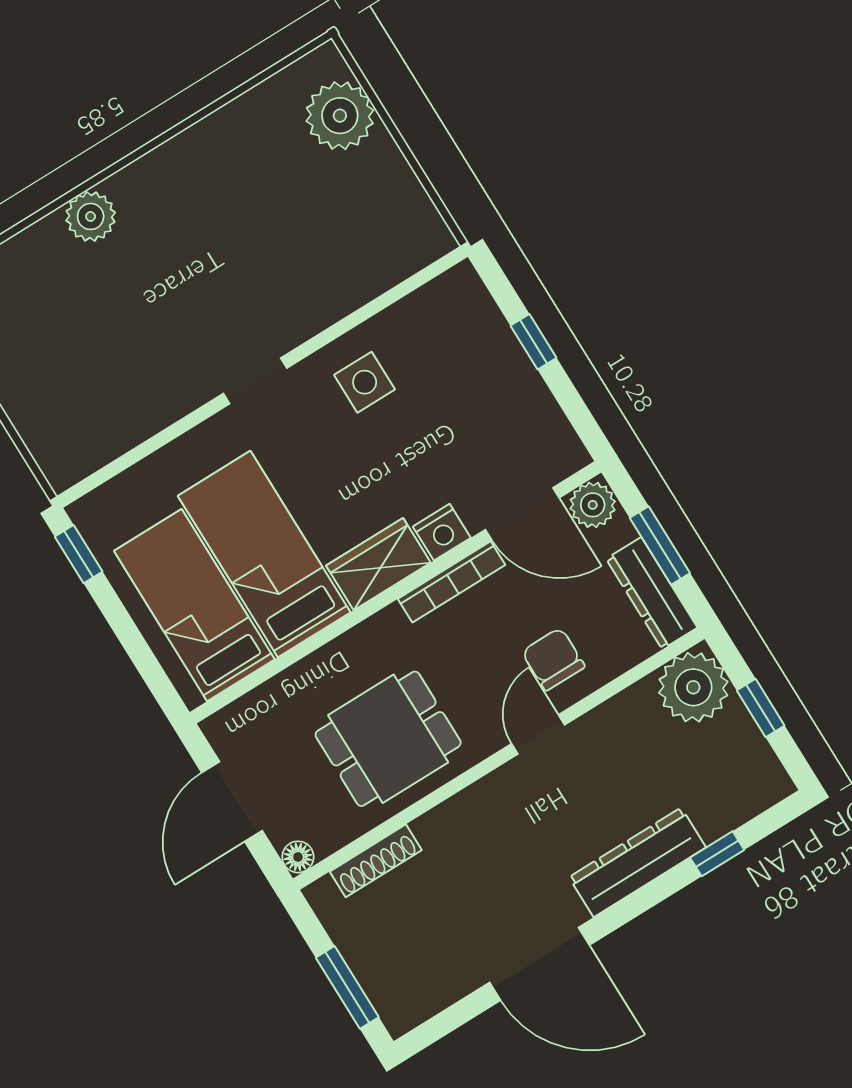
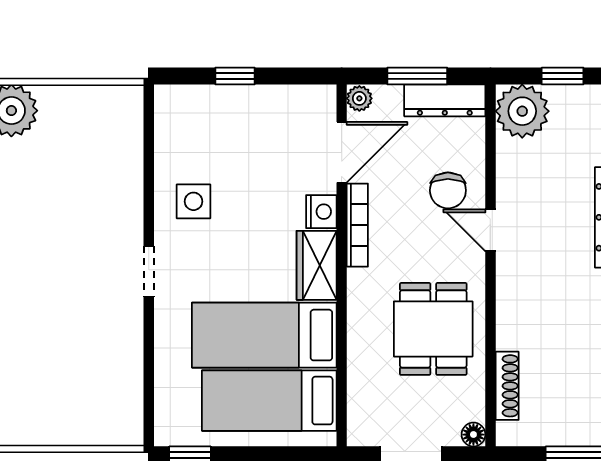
plant: (593, 505) -> (359, 98), width x0.73, depth x0.73
chair: (553, 659) -> (448, 190), turned -90

